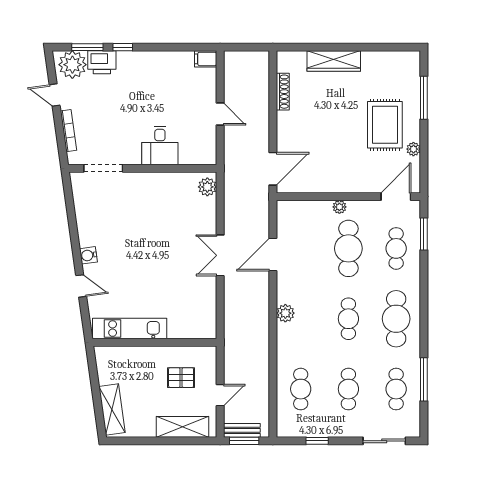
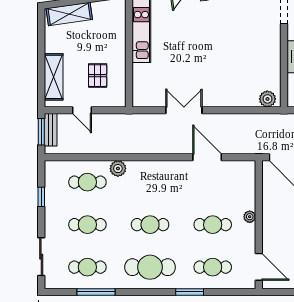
window: (424, 234) -> (190, 292), moved
cafe table: (348, 248) -> (213, 225), width x0.73, depth x0.74
double door: (220, 255) -> (184, 110), moved
plant: (285, 313) -> (118, 169), moved

